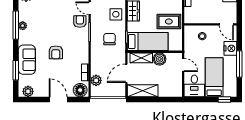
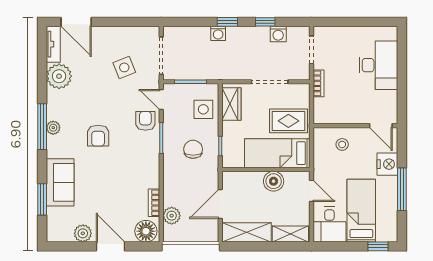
bed: (148, 42) -> (277, 153), moved, turned 180
armchair: (56, 52) -> (98, 136), moved
shelving: (141, 58) -> (290, 234), moved
plant: (28, 91) -> (83, 233), moved

